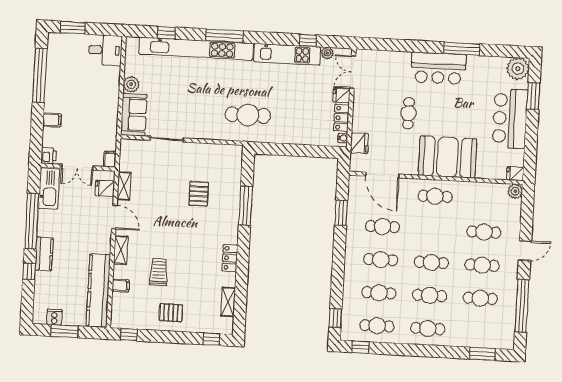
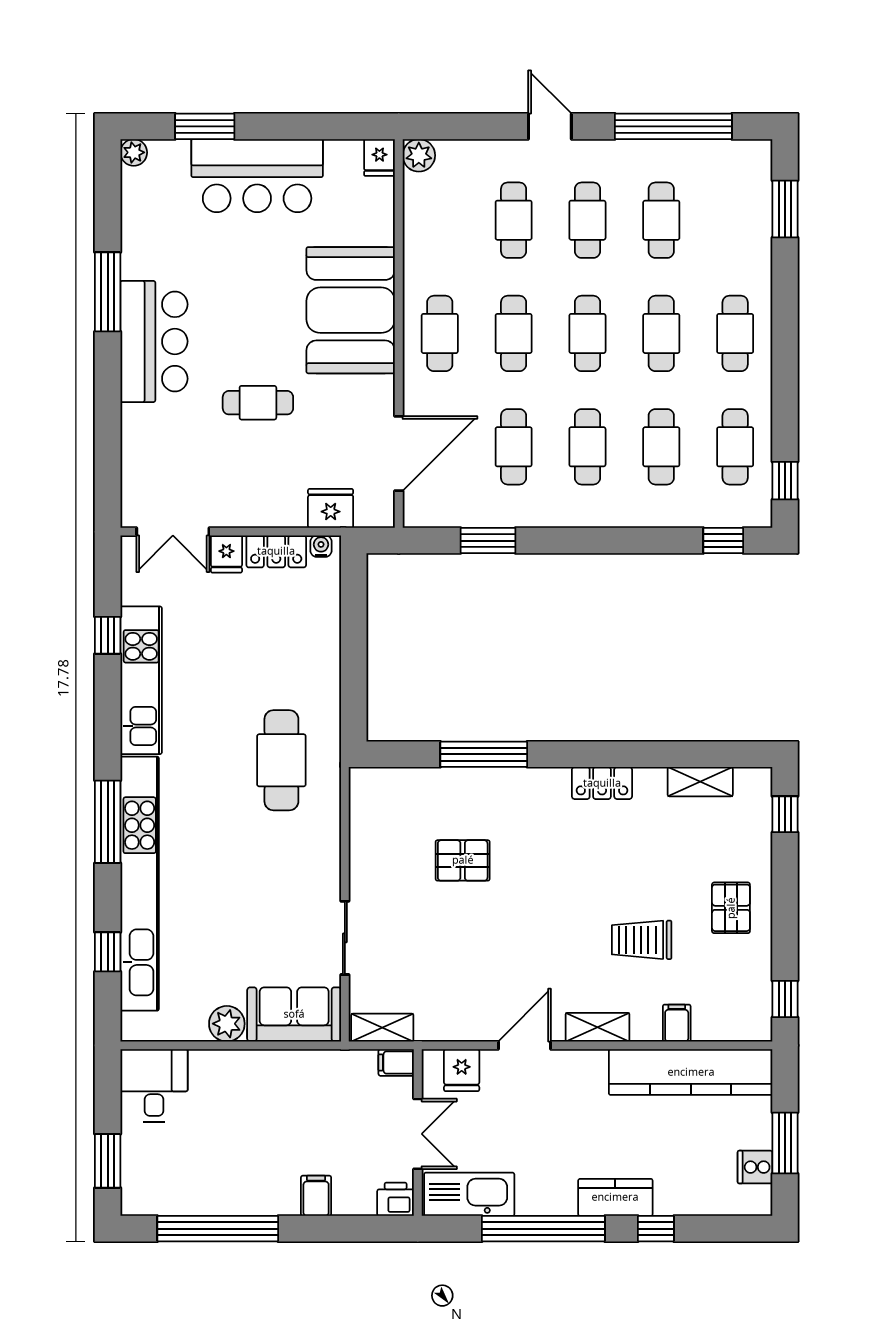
plant: (327, 53) -> (134, 591), removed
plant: (518, 69) -> (134, 152), width x0.53, depth x0.53
shelving: (124, 186) -> (382, 1028), moved
cafe table: (433, 229) -> (514, 333), added

